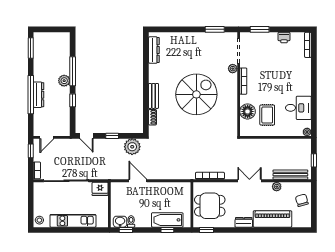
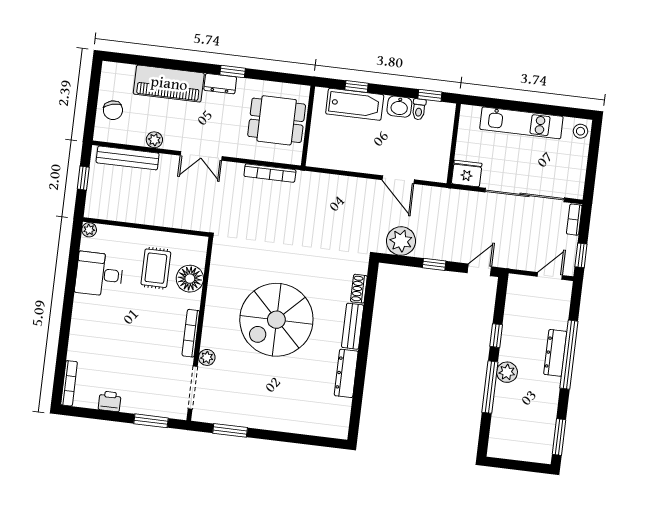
dresser: (154, 50) -> (346, 373), moved
door: (86, 136) -> (479, 270), hinge flipped
washbasin: (120, 222) -> (399, 107), moved
window: (206, 230) -> (233, 71), moved

